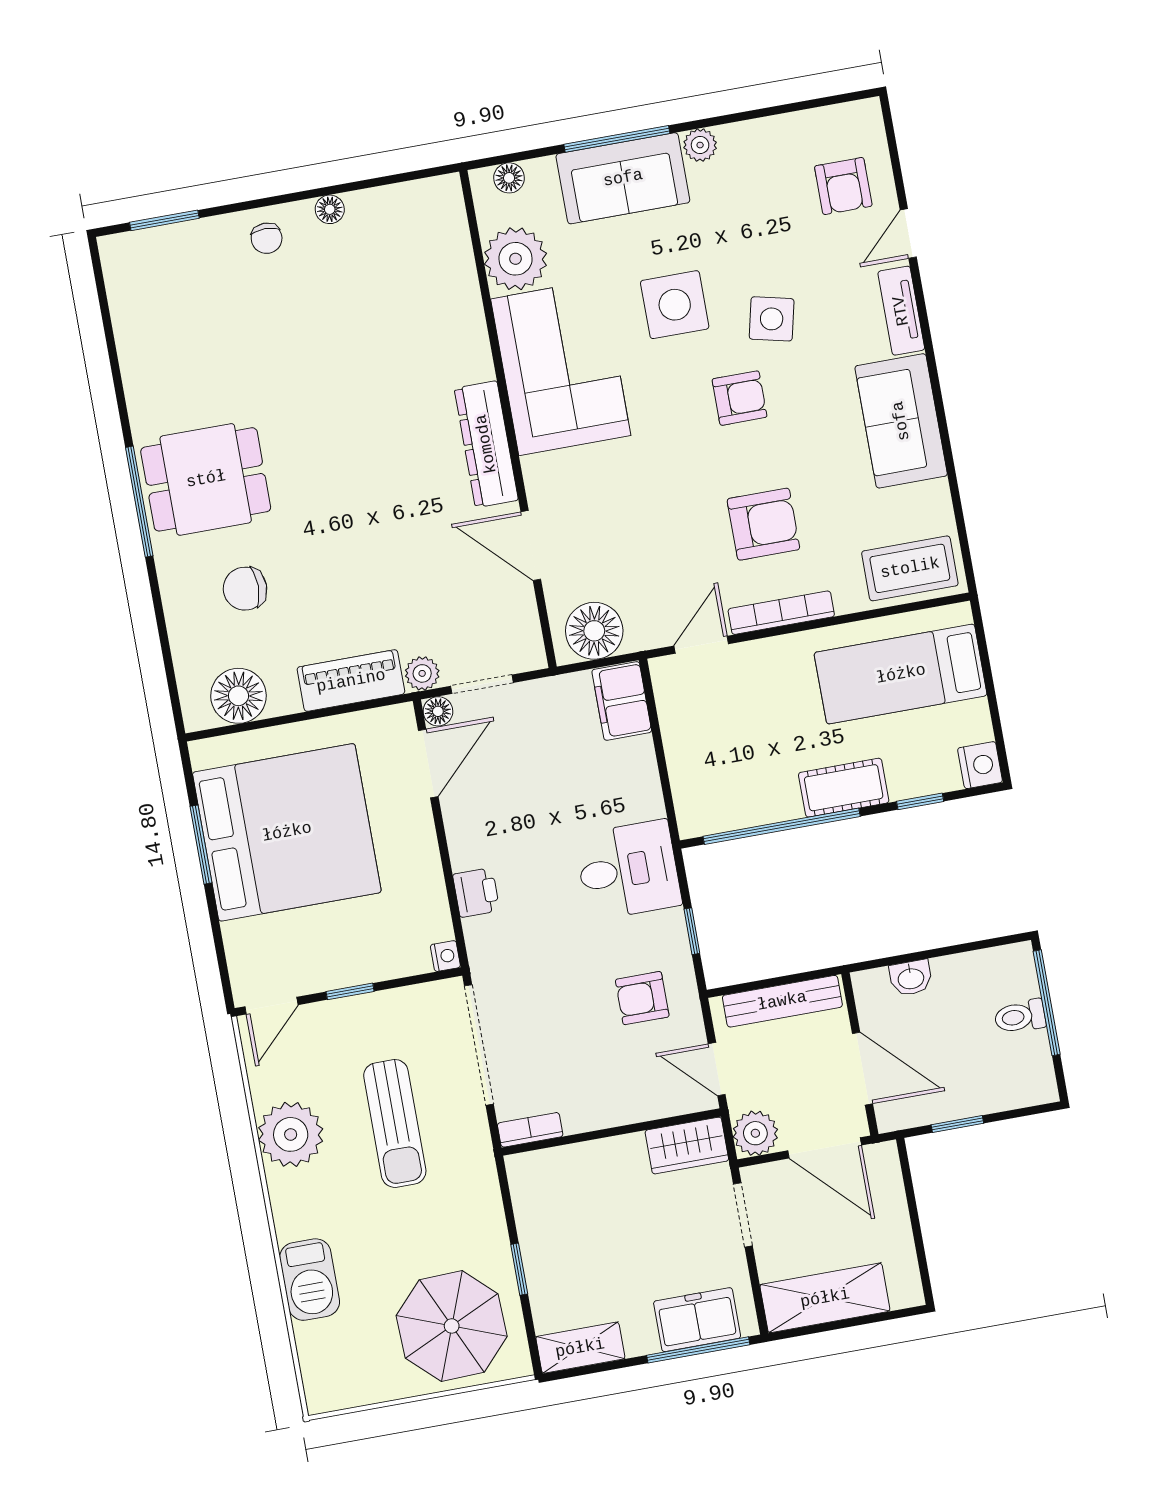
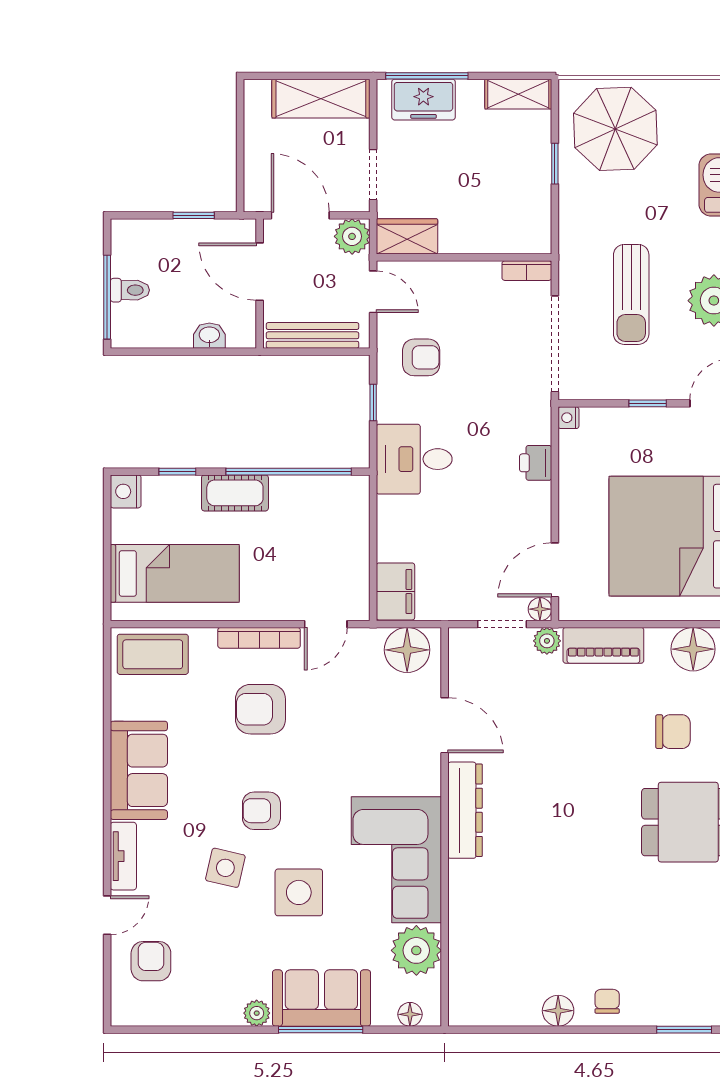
floor lamp: (330, 209) -> (558, 1011), width x1.37, depth x1.37
sun lounger: (395, 1123) -> (631, 294), turned 180

